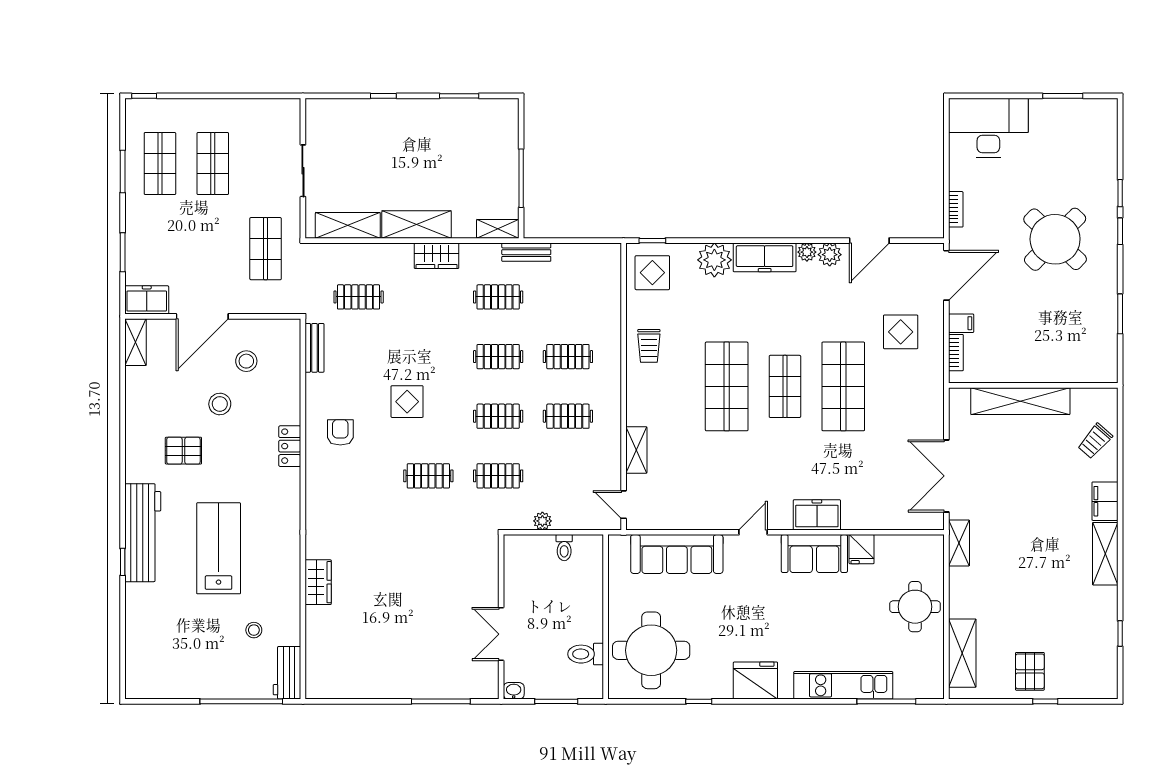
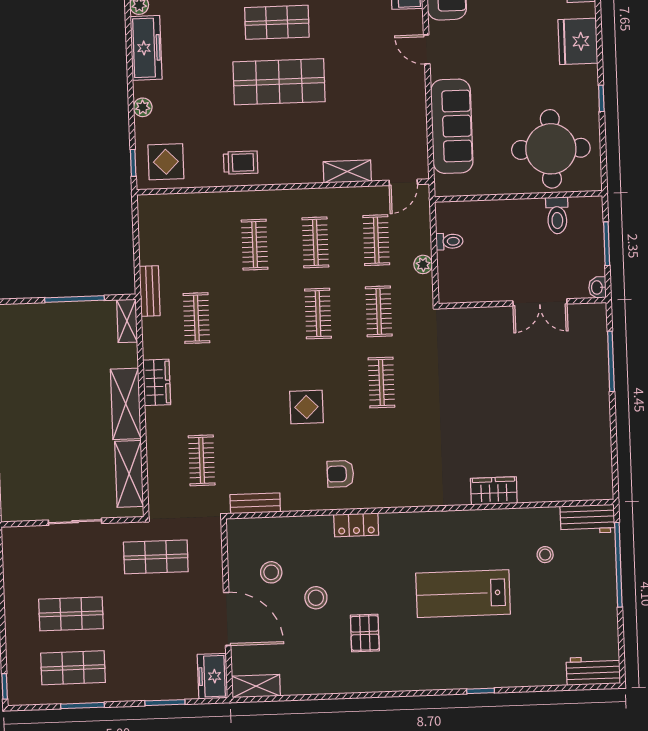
plant: (714, 260) -> (143, 107), width x0.53, depth x0.53
clothes rail: (498, 357) -> (376, 240), moved
workbench: (143, 533) -> (593, 671), moved, width x0.53, depth x0.76

